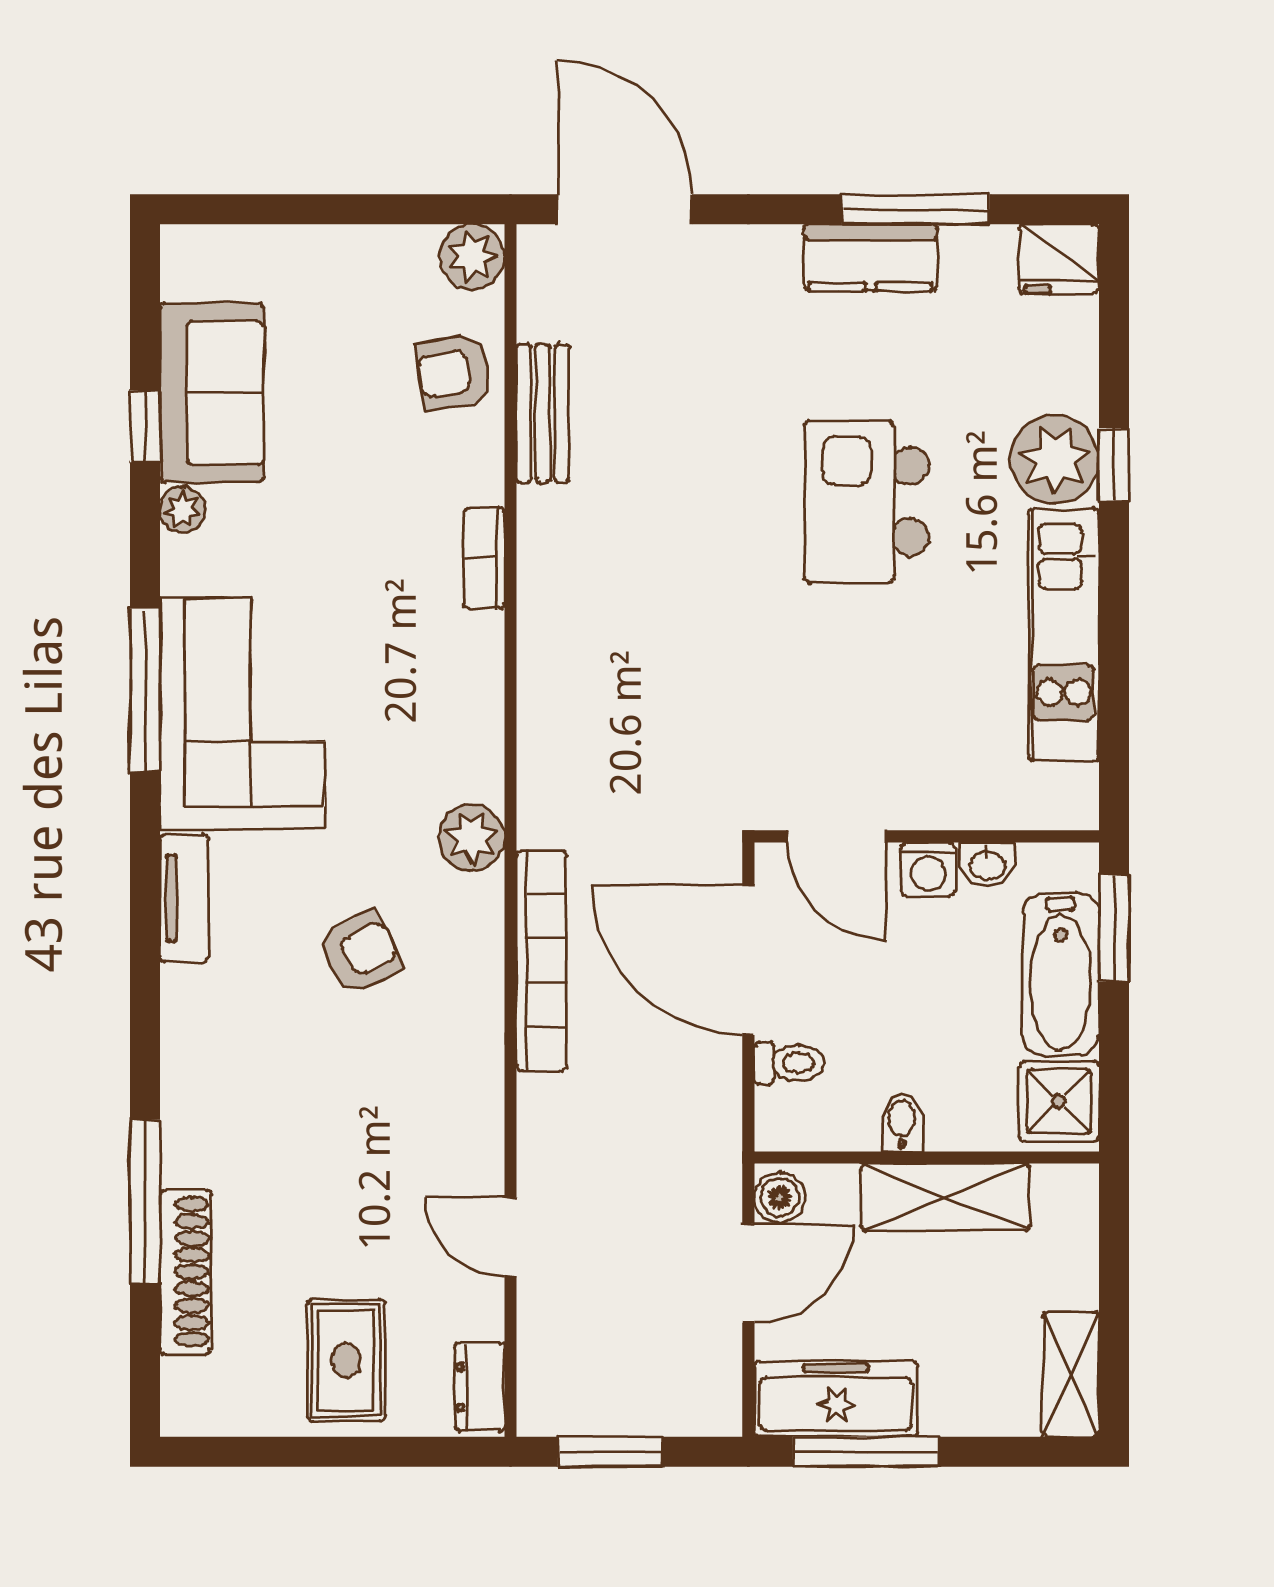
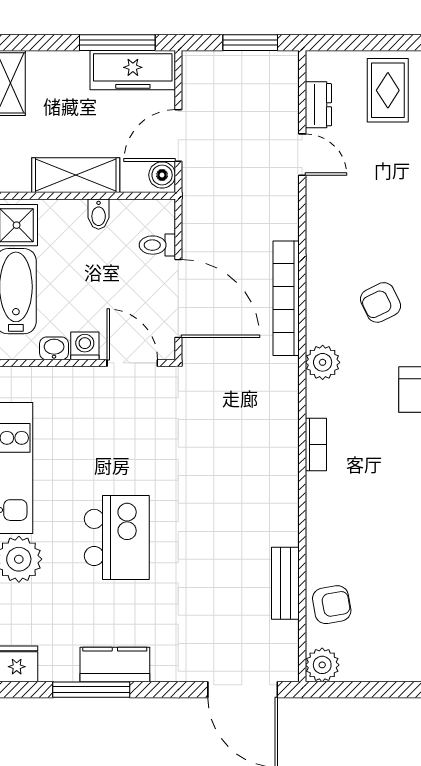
bookcase: (484, 558) -> (316, 444), moved
dresser: (480, 1387) -> (318, 105), moved

